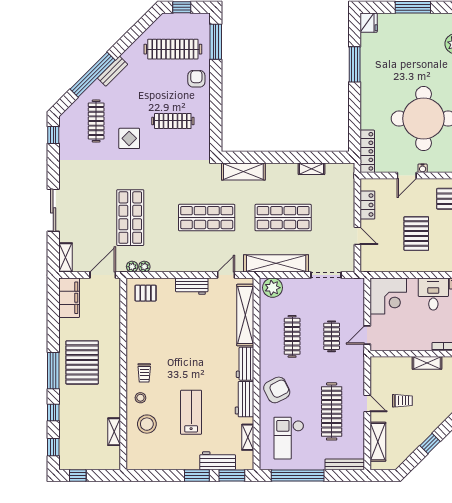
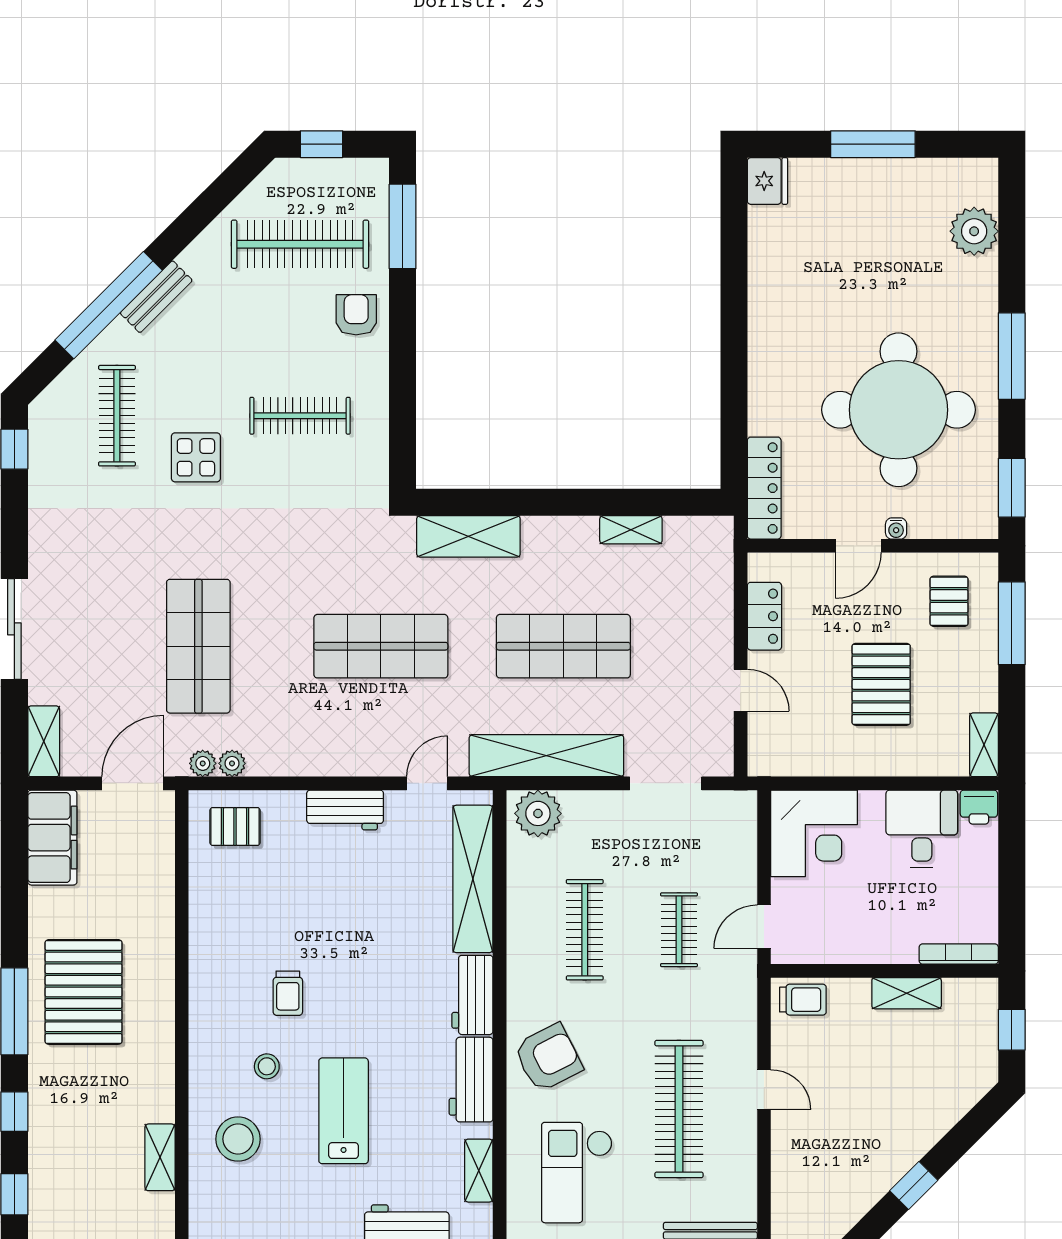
window: (355, 64) -> (734, 280), removed
trolley: (144, 373) -> (288, 993), moved
stool: (140, 398) -> (267, 1066), moved
trolley: (402, 401) -> (803, 1000), moved
shelving: (378, 442) -> (789, 1181), removed

